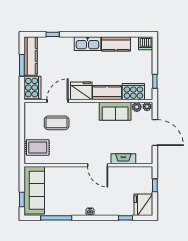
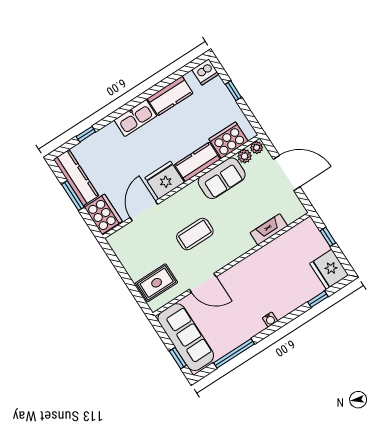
window: (155, 81) -> (233, 91), moved
coffee table: (57, 123) -> (195, 234), moved
door: (98, 165) -> (203, 283), moved

